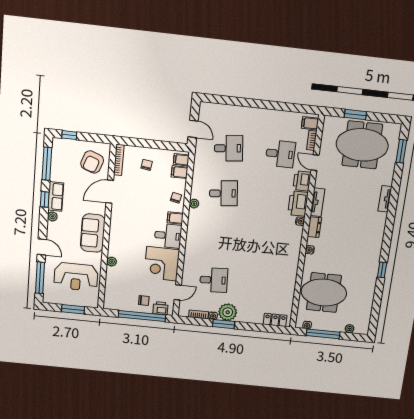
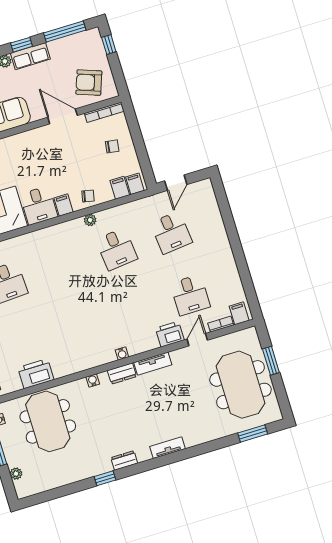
tv unit: (385, 199) -> (168, 448), moved
printer: (298, 204) -> (36, 374), moved
dresser: (376, 251) -> (124, 460), added

